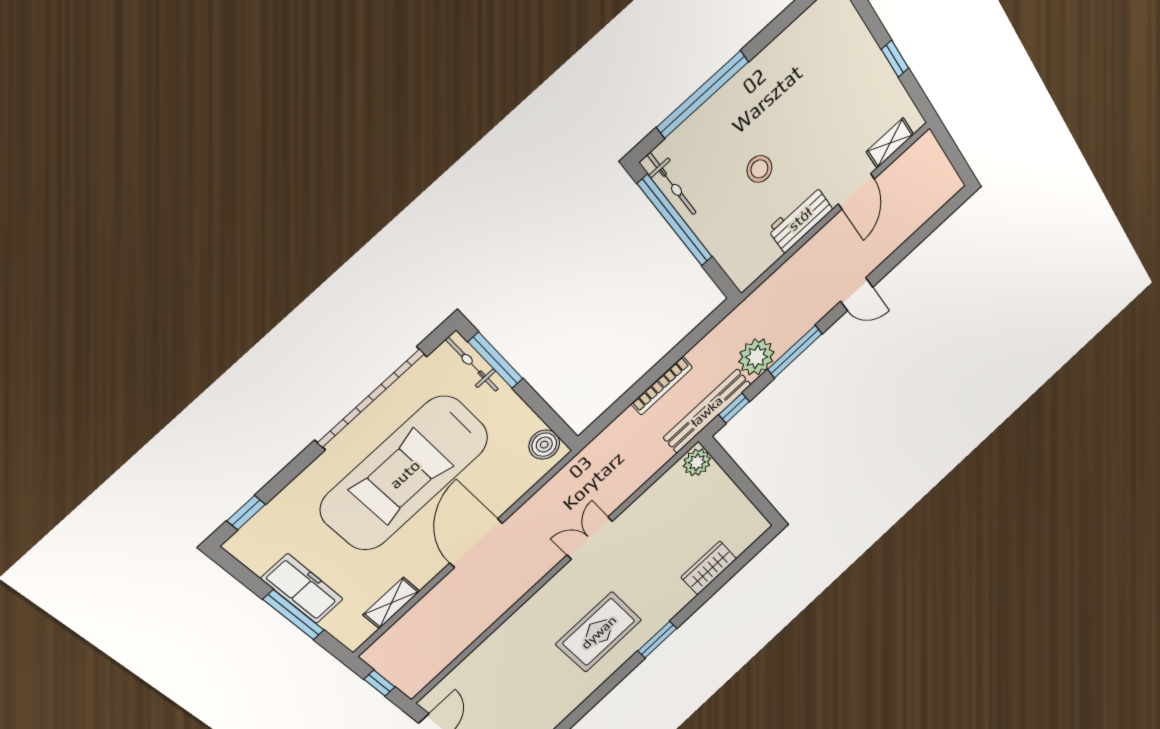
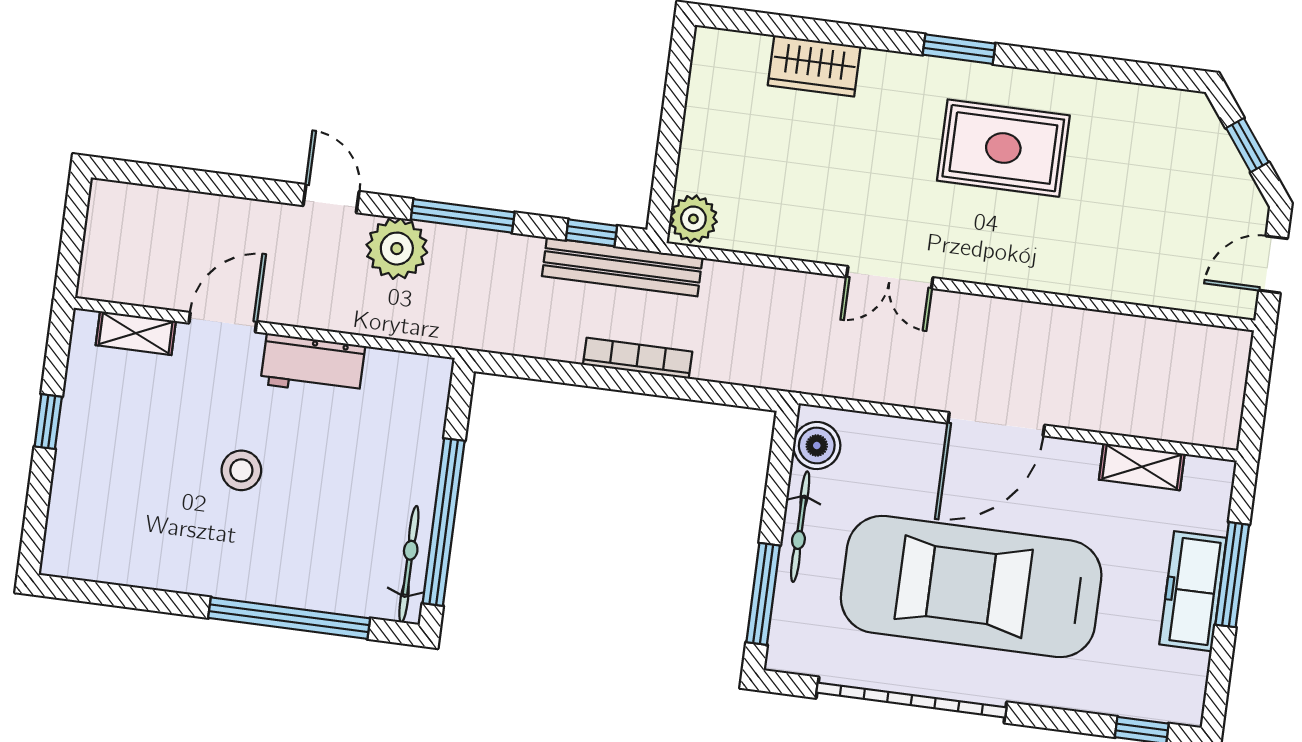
stool: (759, 169) -> (241, 470), moved
plant: (756, 357) -> (397, 249), moved
bicycle: (472, 365) -> (800, 527), moved
car: (405, 474) -> (971, 587), turned 180
window: (380, 683) -> (1256, 393), removed

